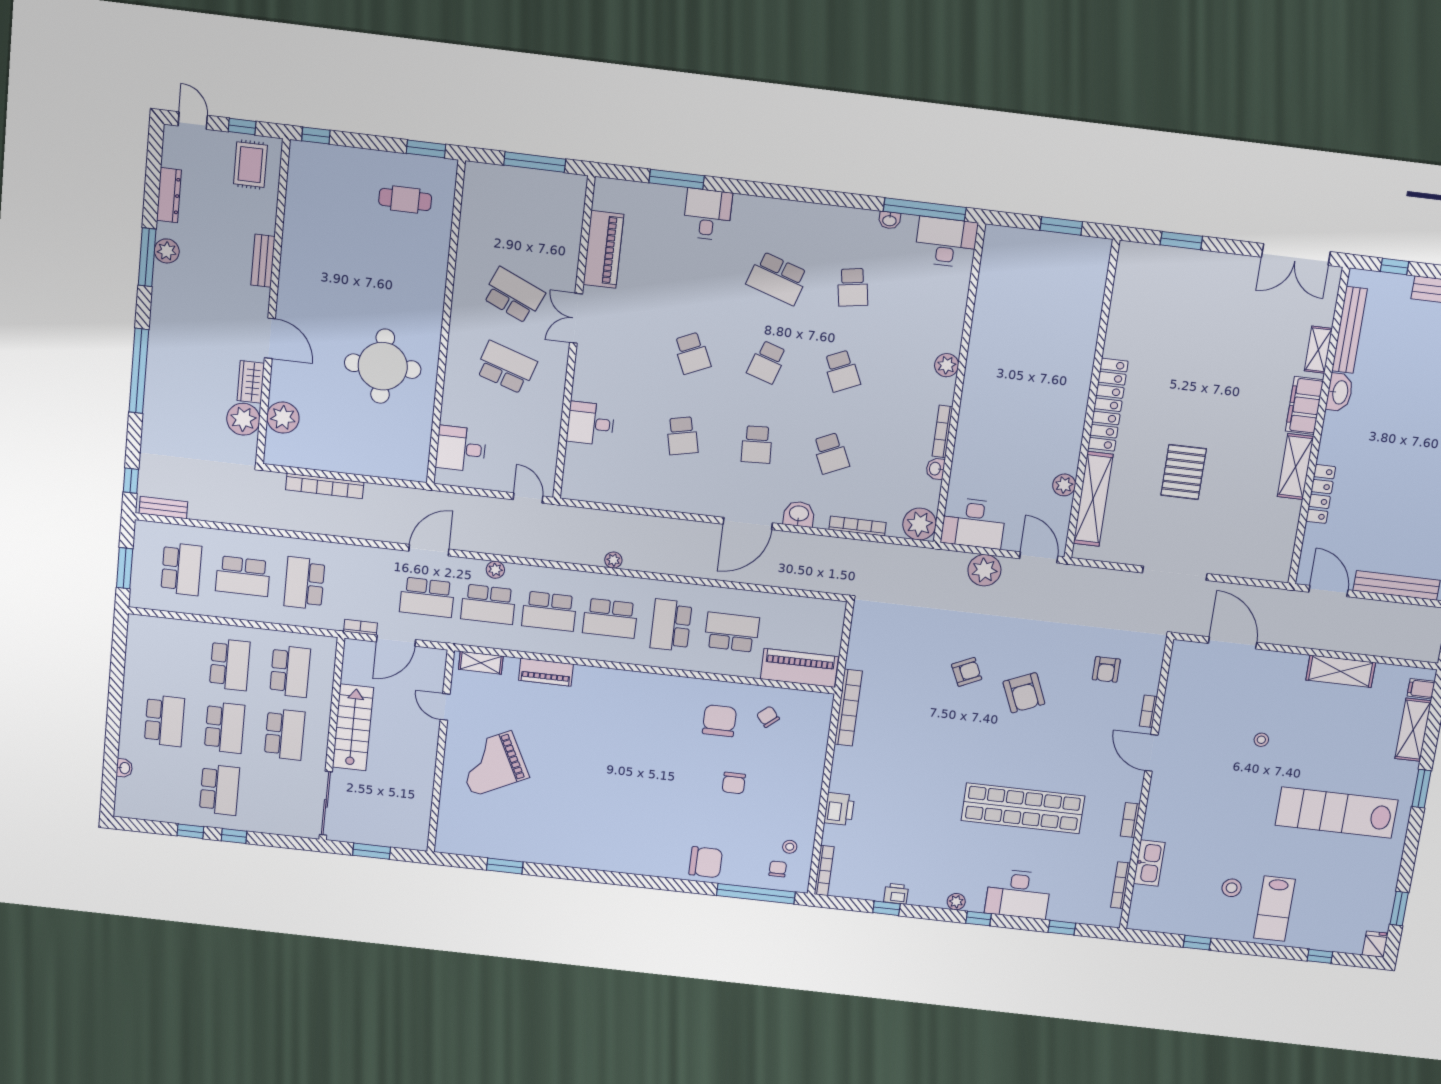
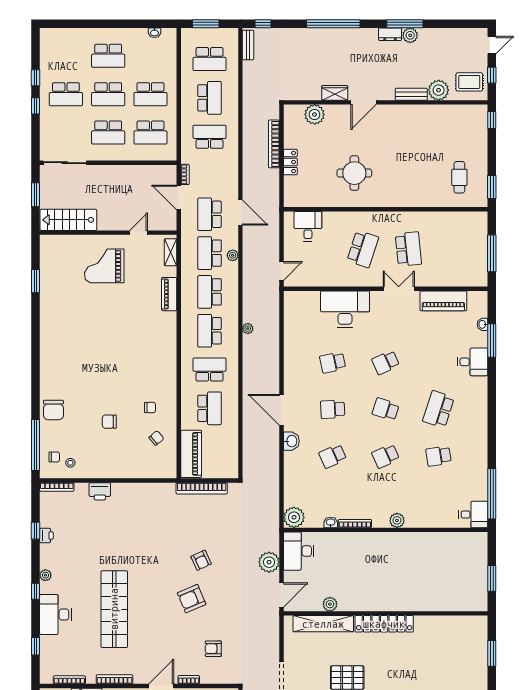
dresser: (169, 195) -> (390, 34), moved, width x0.70
washbasin: (889, 220) -> (483, 324), moved
desk: (946, 242) -> (473, 514), width x0.73
school desk: (514, 295) -> (408, 249), turned -30
round table: (383, 366) -> (354, 173), width x0.73, depth x0.73
plant: (243, 419) -> (439, 90), moved
desk: (591, 423) -> (345, 309), width x1.87, depth x1.30
locker: (356, 464) -> (290, 162), added
bookcase: (858, 526) -> (288, 479), removed
school desk: (243, 576) -> (210, 98), turned 180
bookcase: (848, 708) -> (202, 488), moved
chair: (719, 721) -> (150, 407), width x0.54, depth x0.54
stairs: (353, 727) -> (68, 220), moved, turned 180
grand piano: (492, 763) -> (104, 266), turned -64
washbasin: (124, 768) -> (154, 33), moved
bookcase: (1130, 820) -> (114, 679), width x1.56

